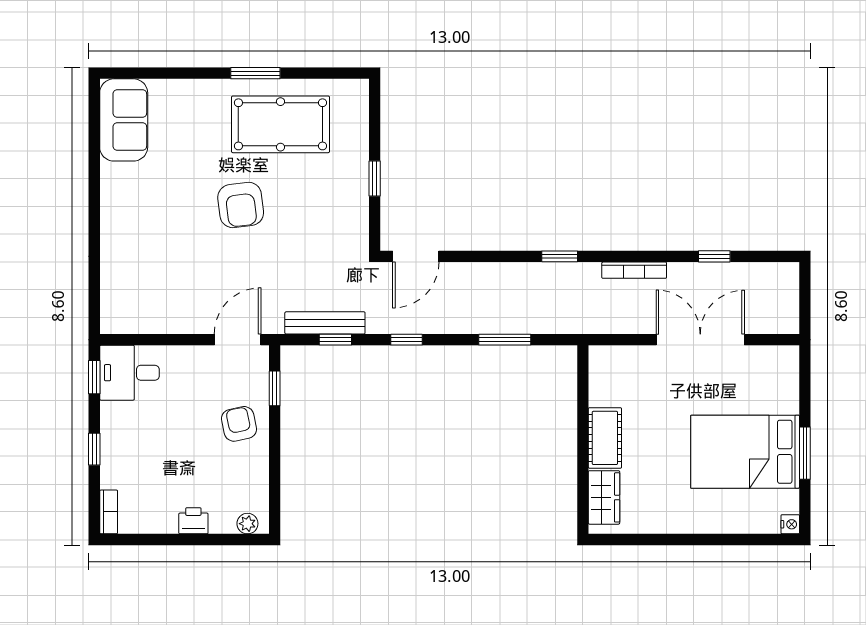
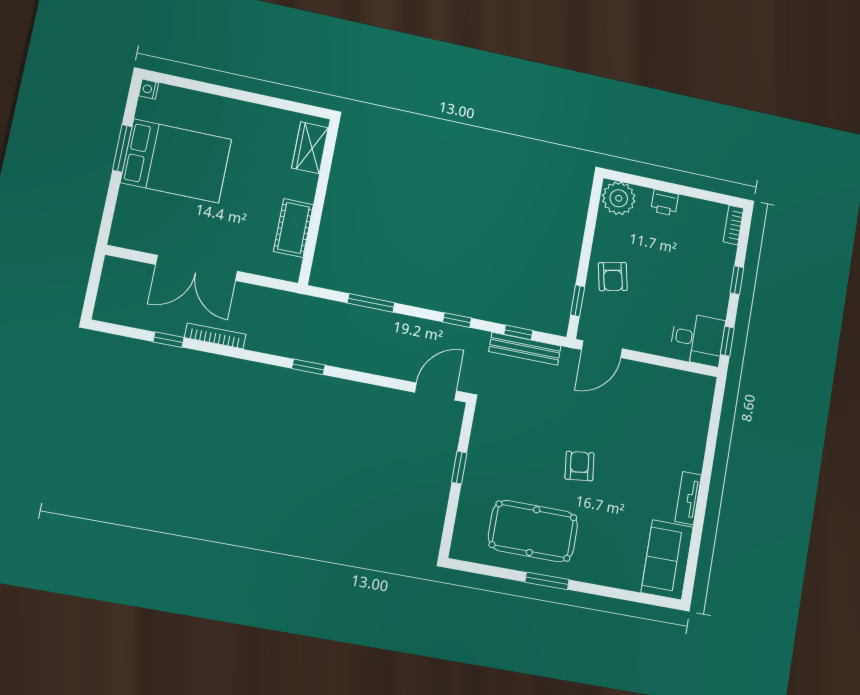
tv unit: (111, 192) -> (688, 498), added
armchair: (241, 205) -> (579, 466), width x0.72, depth x0.72
bookcase: (634, 270) -> (215, 336), moved
cot: (605, 438) -> (293, 228), moved
plant: (247, 524) -> (619, 198), width x1.88, depth x1.88

